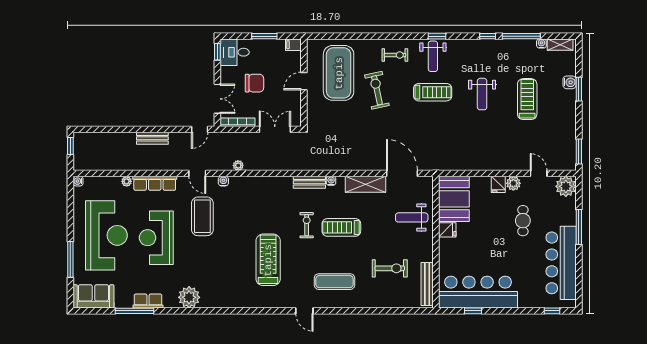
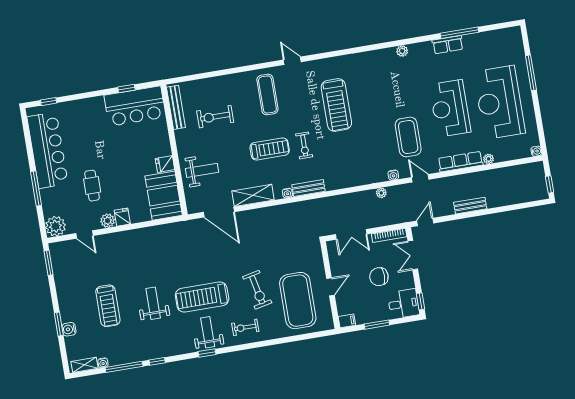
treadmill: (433, 92) -> (202, 297), width x1.37, depth x1.38
reception desk: (156, 238) -> (450, 108), turned 180
exercise mat: (334, 282) -> (267, 95), turned 90
bar counter: (478, 292) -> (135, 106), width x0.73
sofa: (93, 296) -> (502, 40), removed
plant: (189, 297) -> (402, 51), width x0.53, depth x0.53

